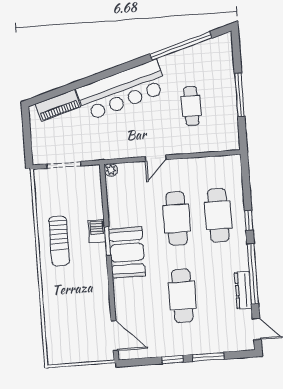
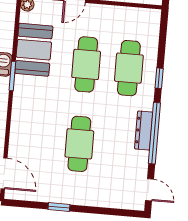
booth: (127, 252) -> (34, 50), moved
dresser: (243, 290) -> (144, 131), moved
window: (208, 357) -> (96, 210), removed

